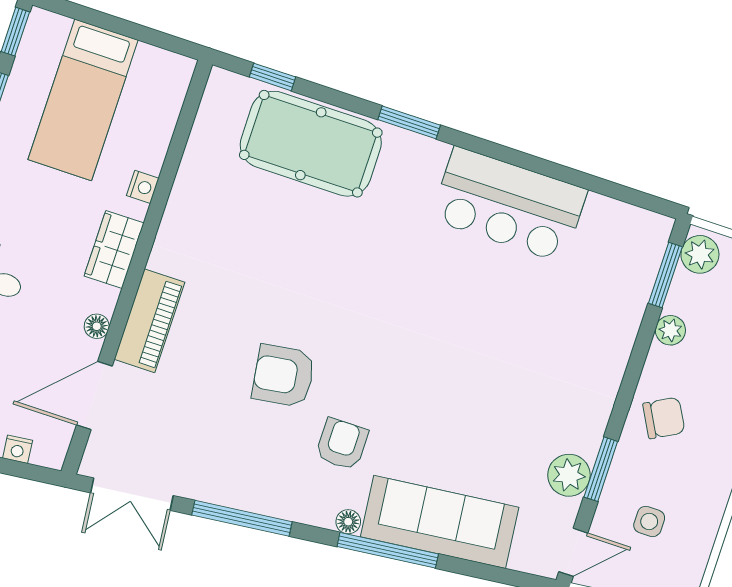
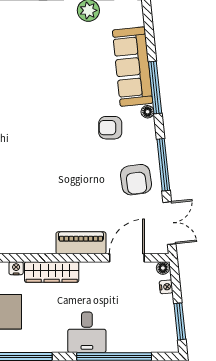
wardrobe: (114, 249) -> (52, 272), width x1.50
floor lamp: (97, 326) -> (163, 268), moved
armchair: (283, 376) -> (136, 180), moved
door: (94, 396) -> (127, 258), swing flipped

